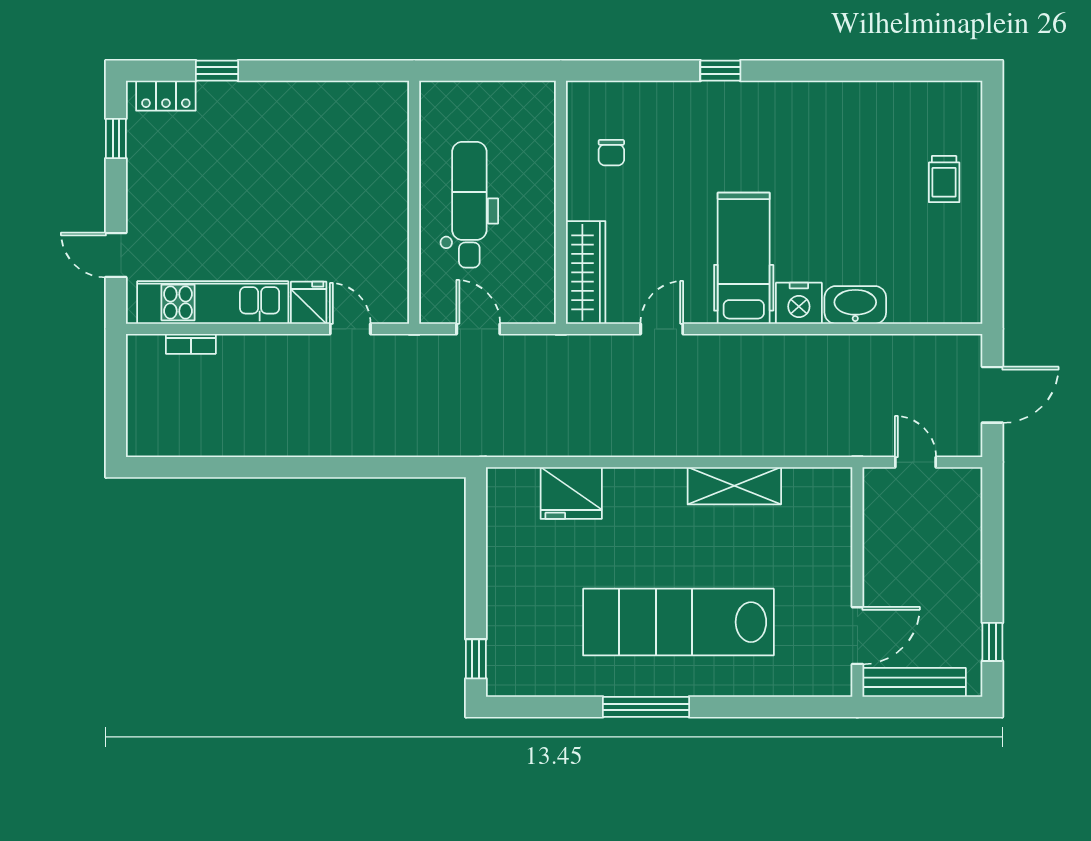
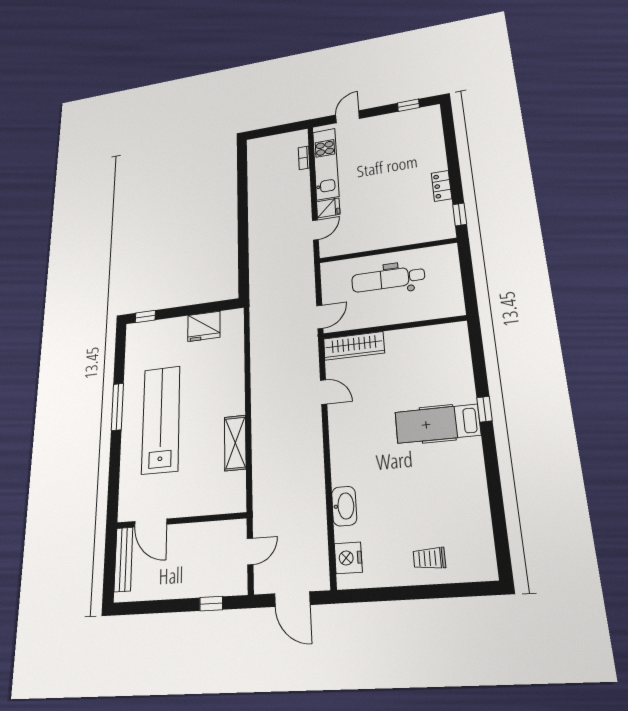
window: (217, 71) -> (460, 214), moved
locker: (166, 96) -> (441, 186), moved
chair: (611, 153) -> (426, 351), removed
dental chair: (469, 205) -> (388, 279), turned 180
hospital bed: (744, 258) -> (437, 424), moved, turned 180
nightstand: (799, 303) -> (348, 558), moved
door: (478, 329) -> (320, 317), moved
fridge: (571, 493) -> (204, 326), moved, turned -90
window: (992, 642) -> (211, 604), moved

